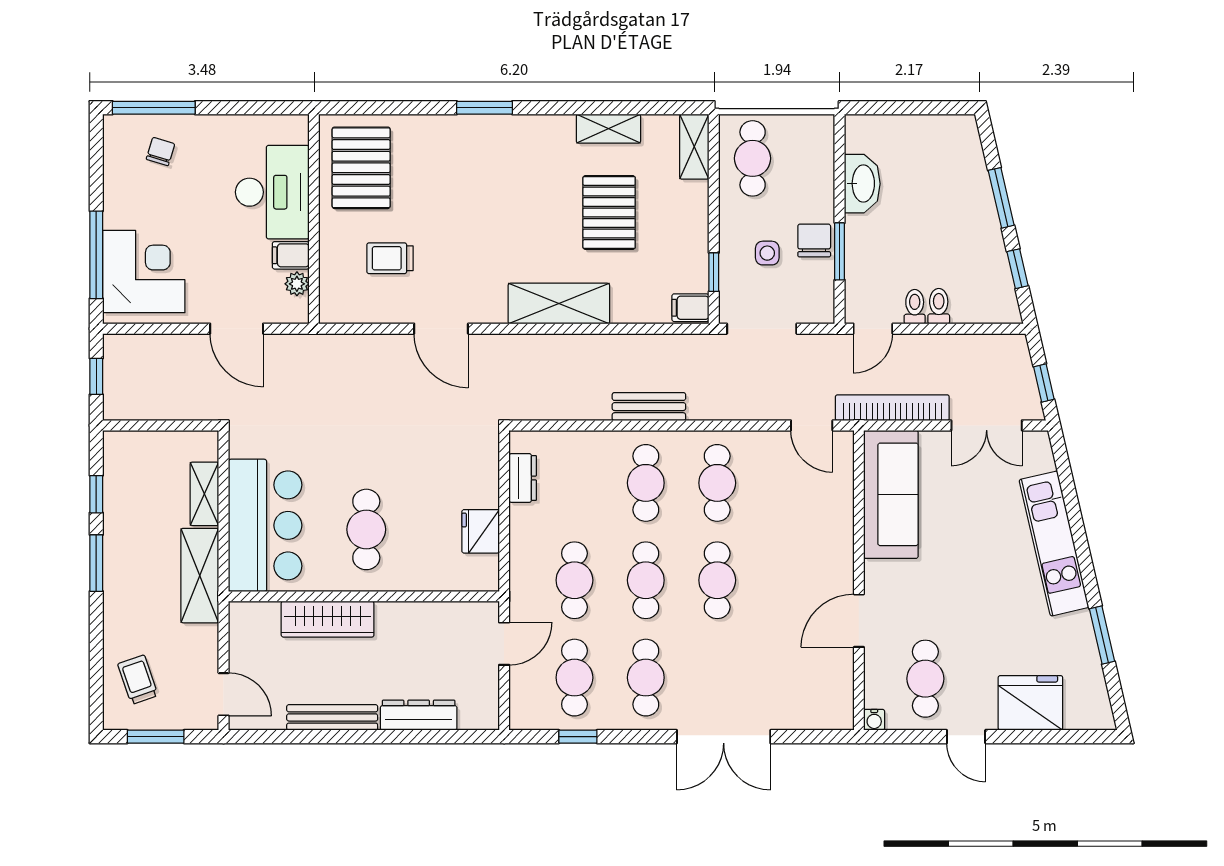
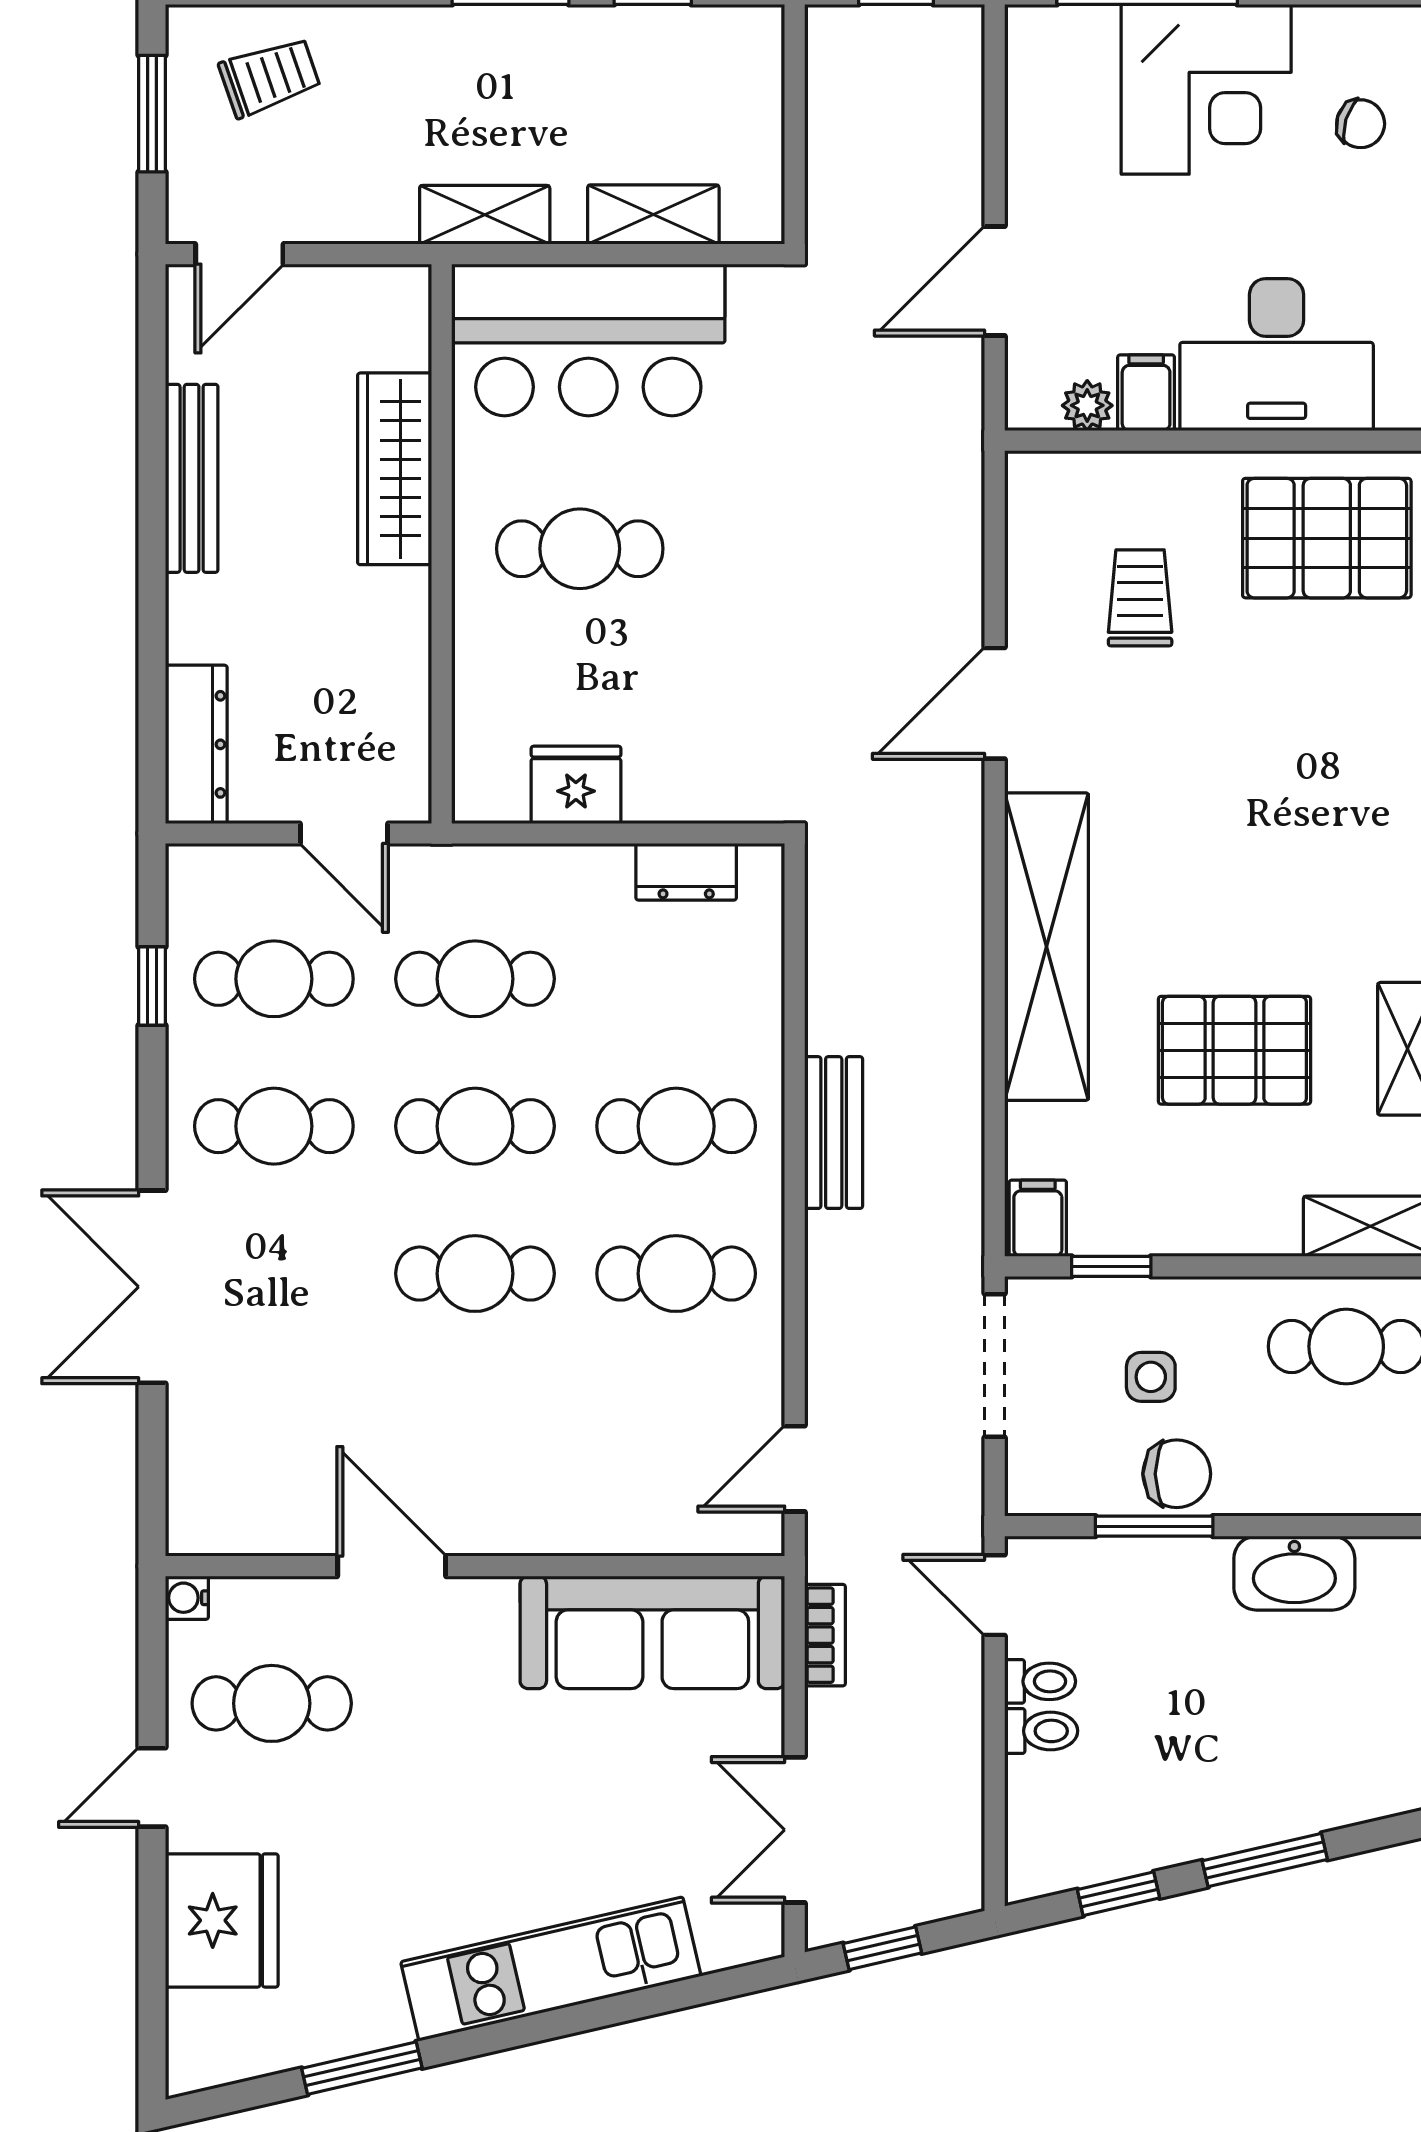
corner desk: (144, 272) -> (1206, 89), moved
shelving: (559, 304) -> (1046, 947), width x1.47
bookcase: (892, 408) -> (825, 1635), width x0.43, depth x0.76
shelving: (200, 576) -> (485, 215), width x0.67, depth x0.75
dresser: (419, 715) -> (196, 744), moved

